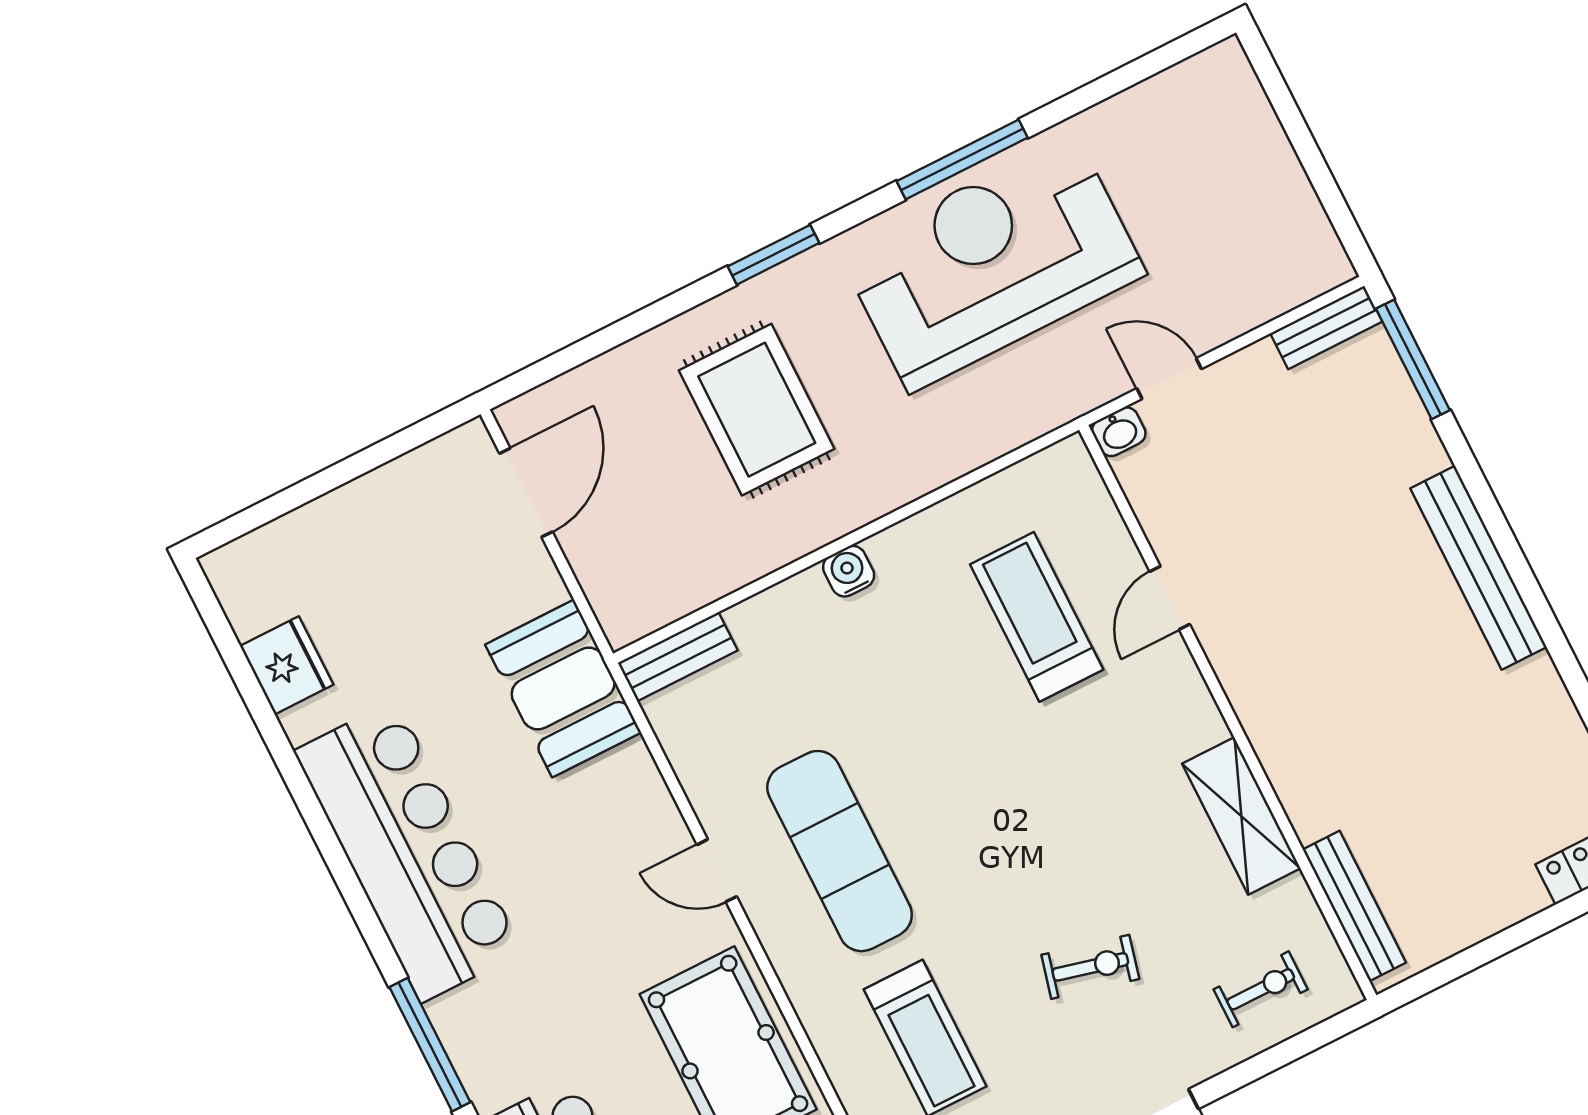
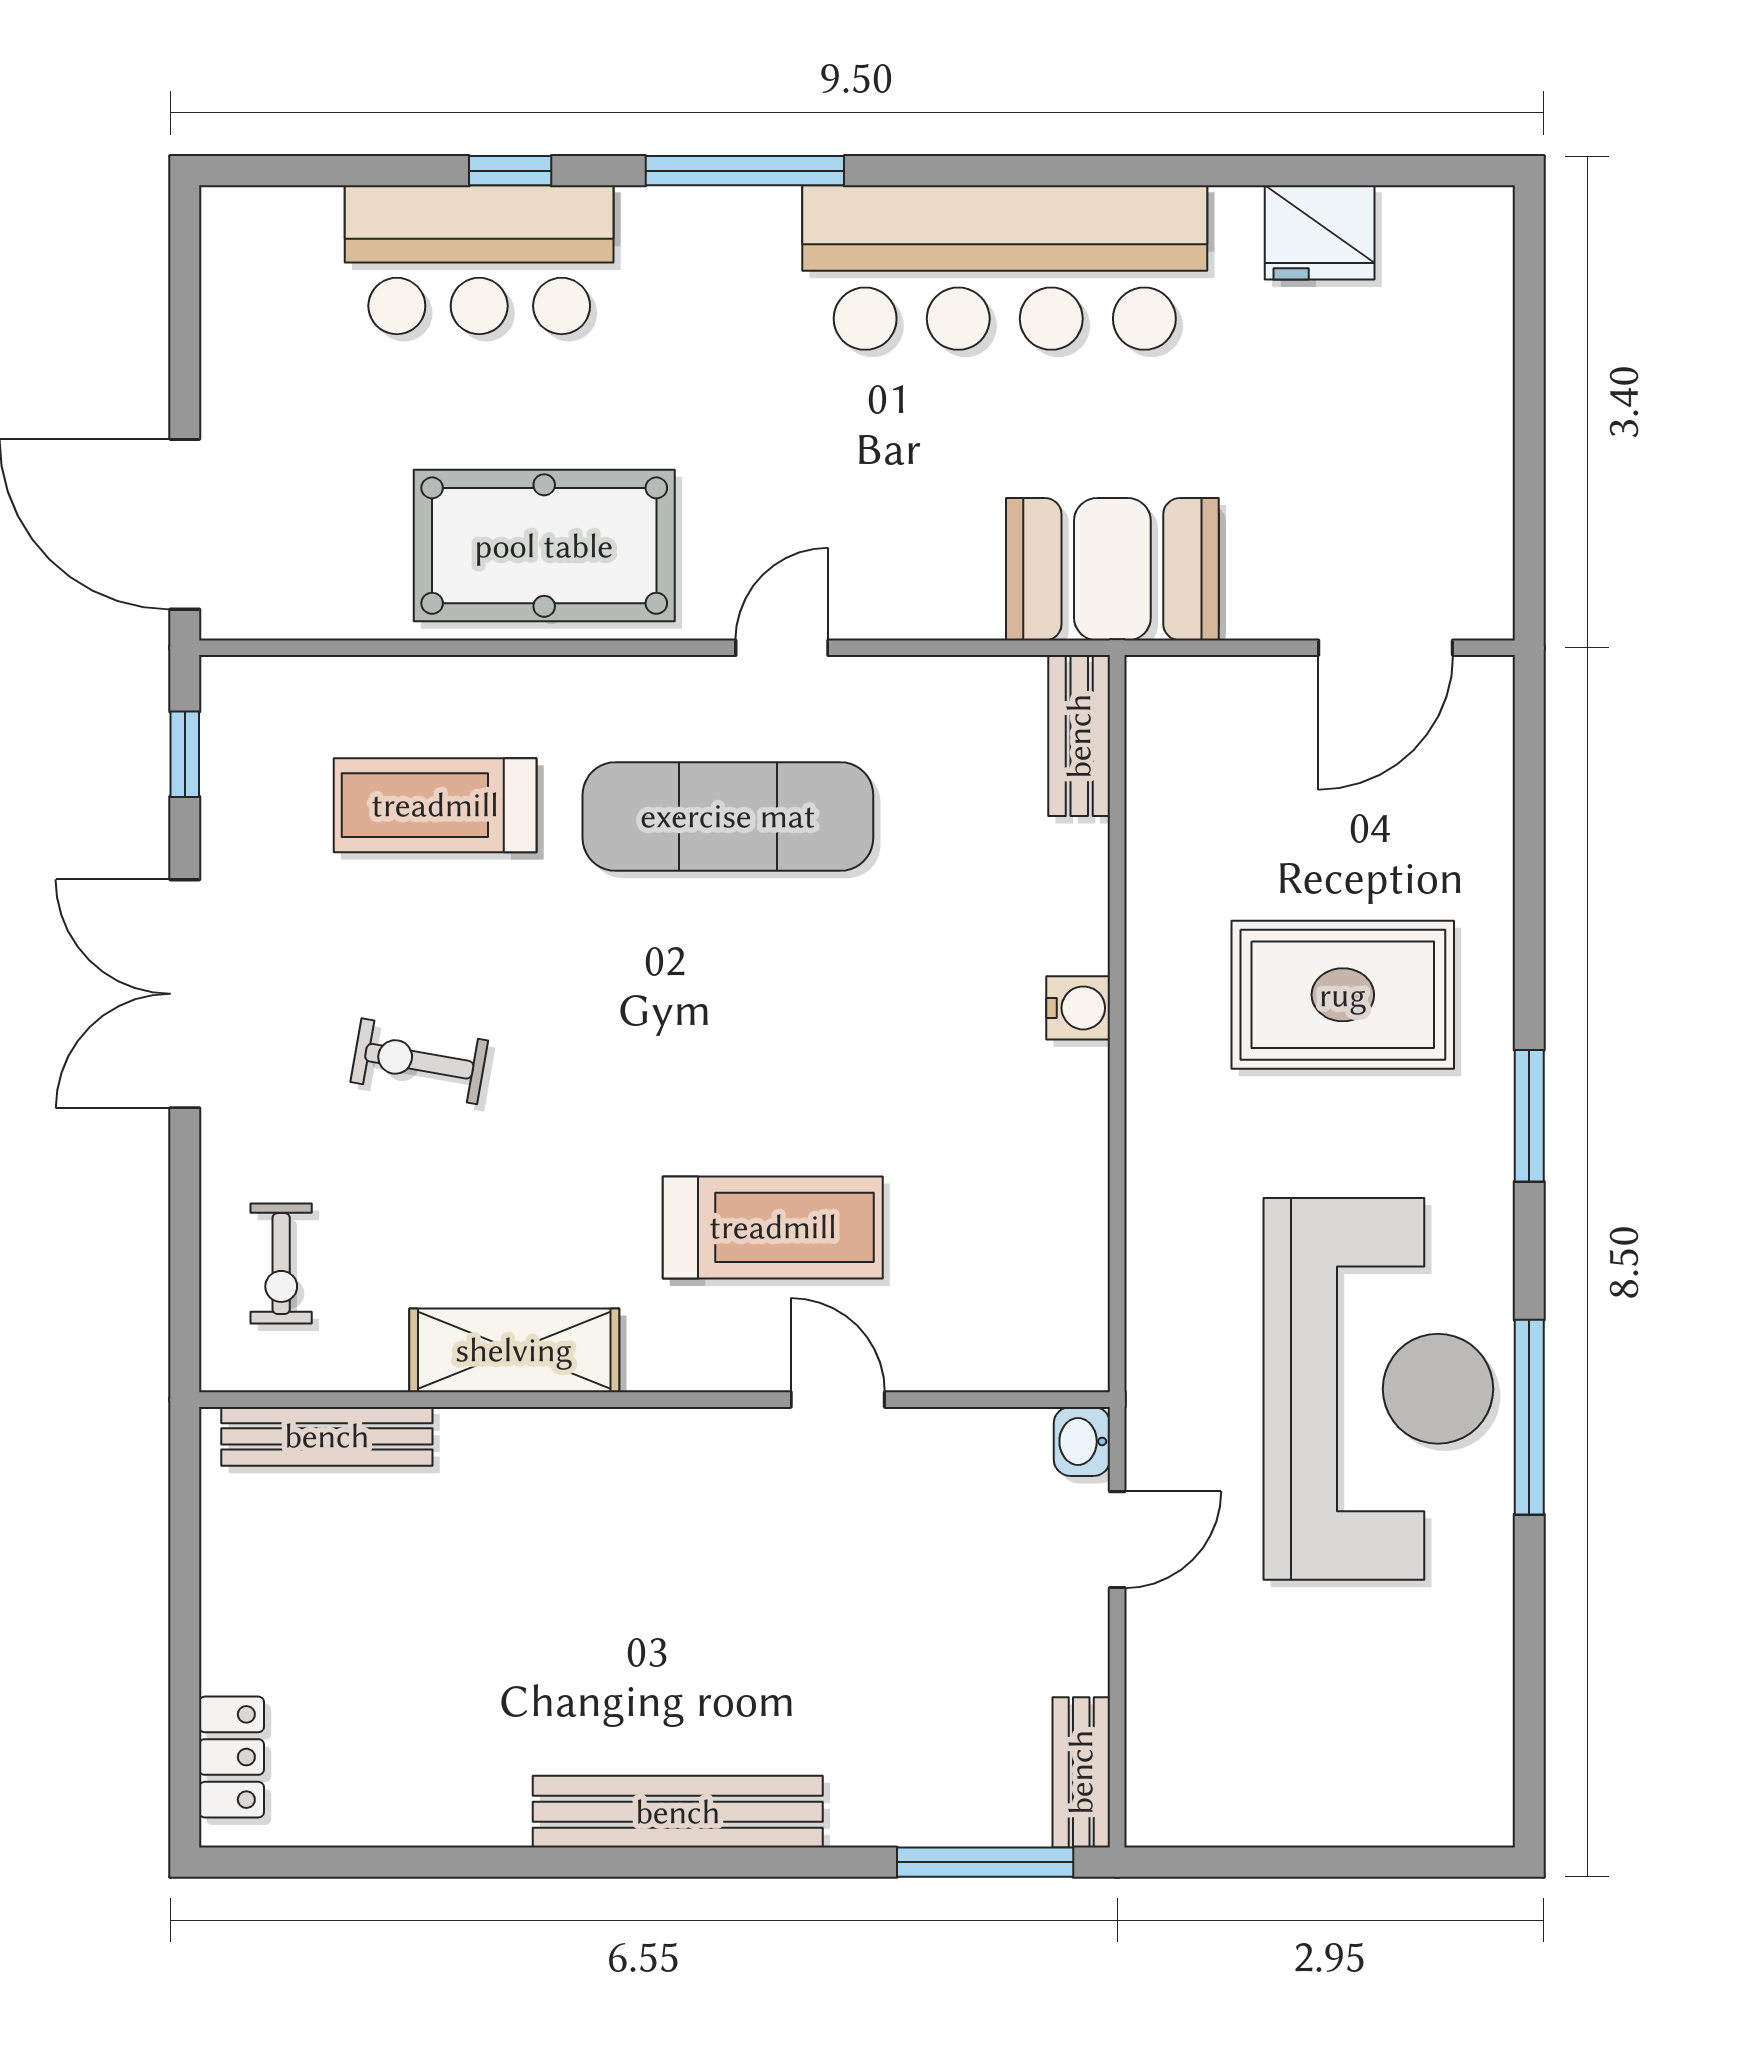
door: (526, 493) -> (1386, 648), hinge flipped
treadmill: (1037, 617) -> (773, 1227), moved
exercise bike: (1090, 967) -> (419, 1061), turned 86

